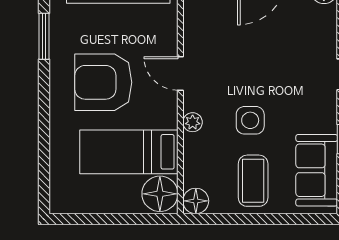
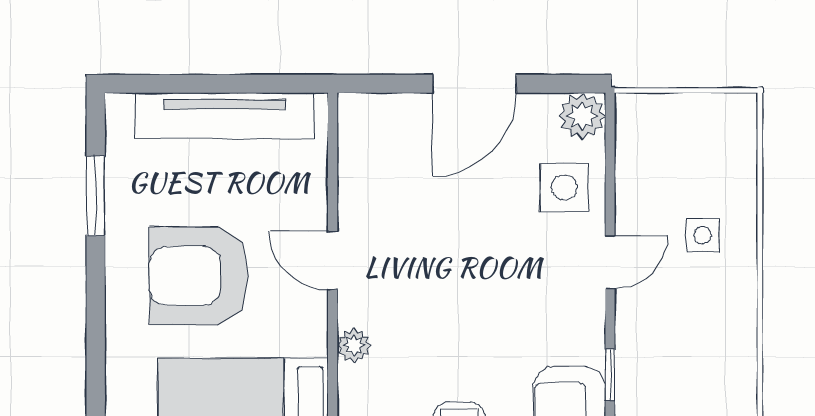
side table: (250, 120) -> (564, 187), moved

